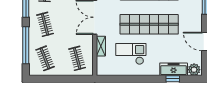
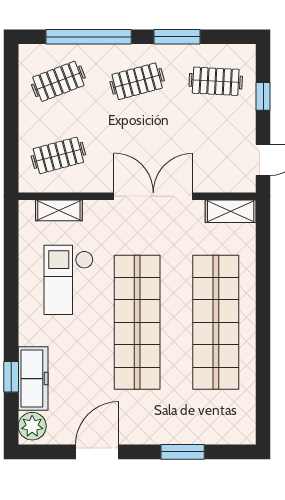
shelving: (101, 46) -> (59, 210), moved
checkout: (131, 54) -> (69, 280), turned 180

